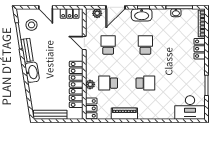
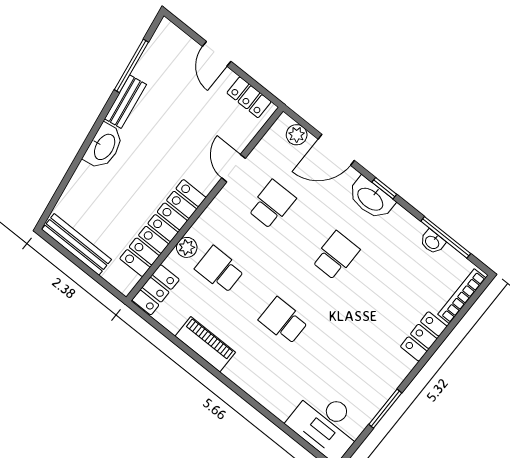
stool: (32, 25) -> (168, 65), removed
school desk: (145, 83) -> (283, 321), turned 180

